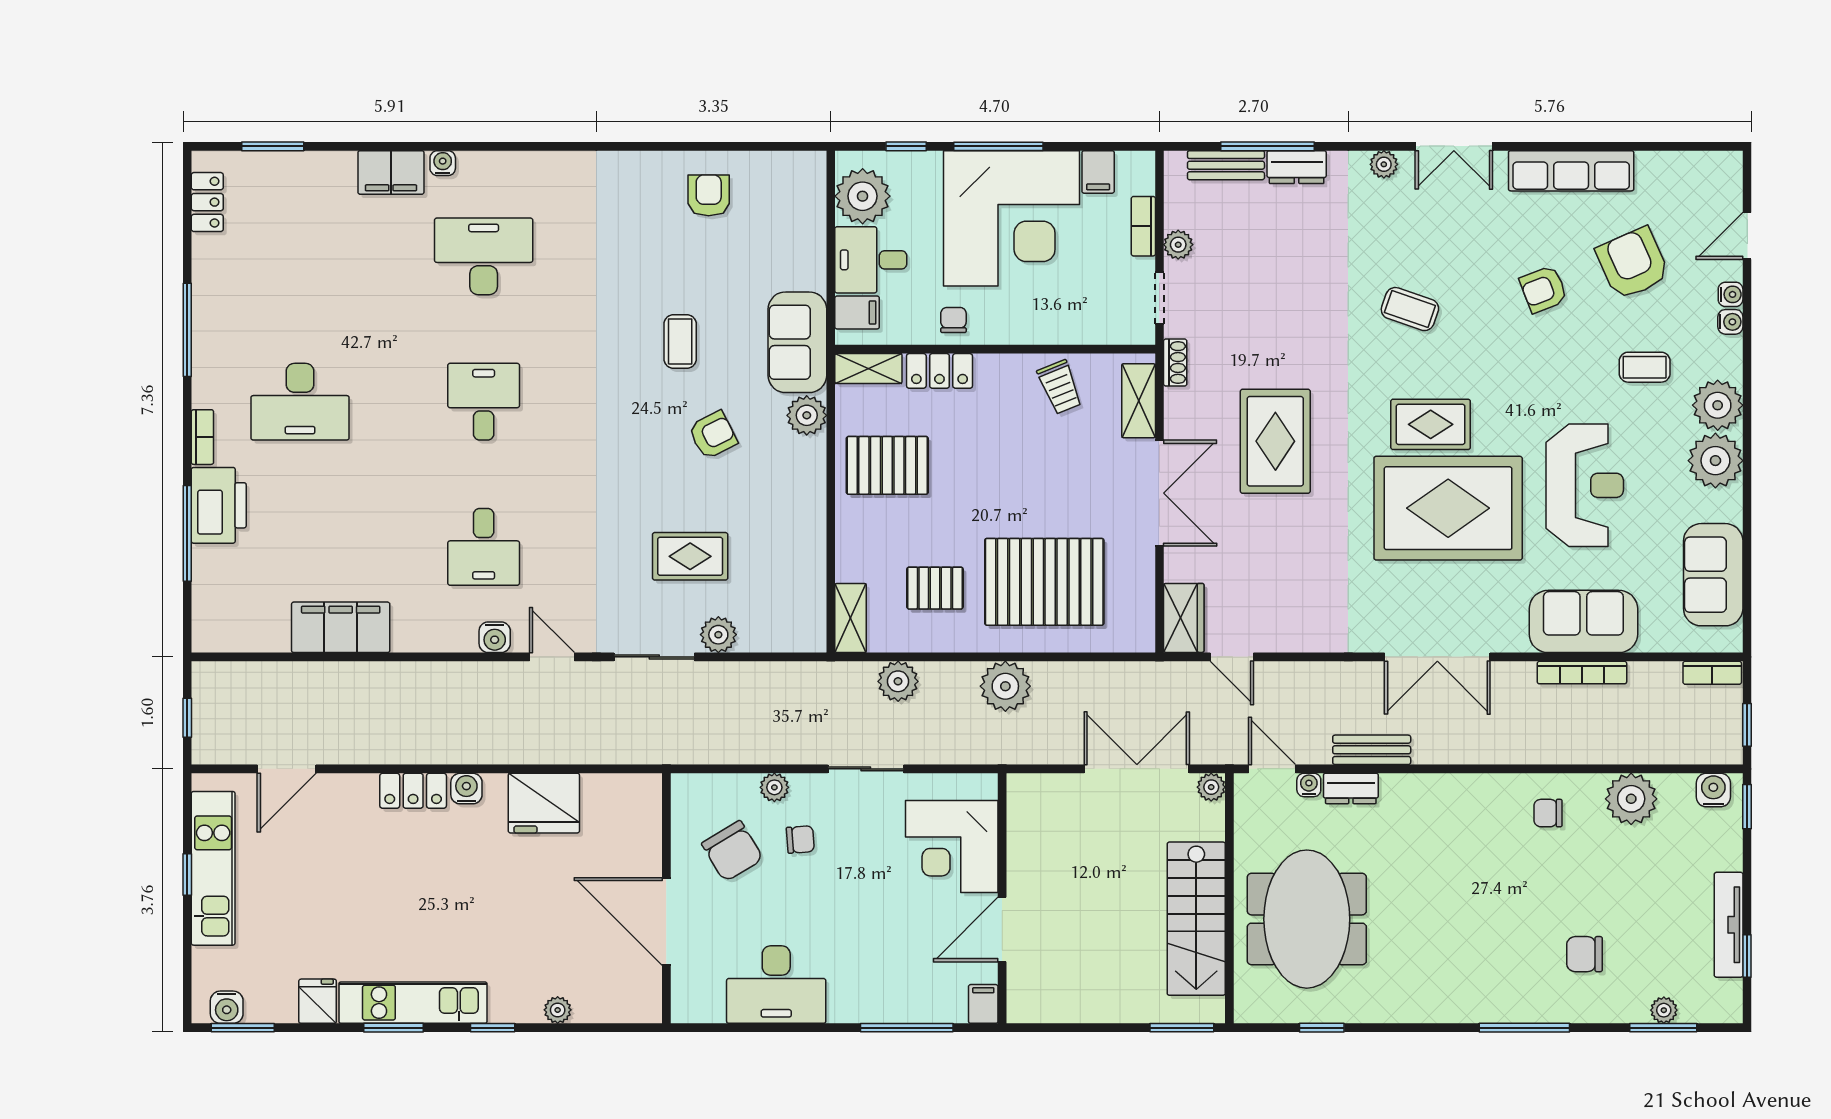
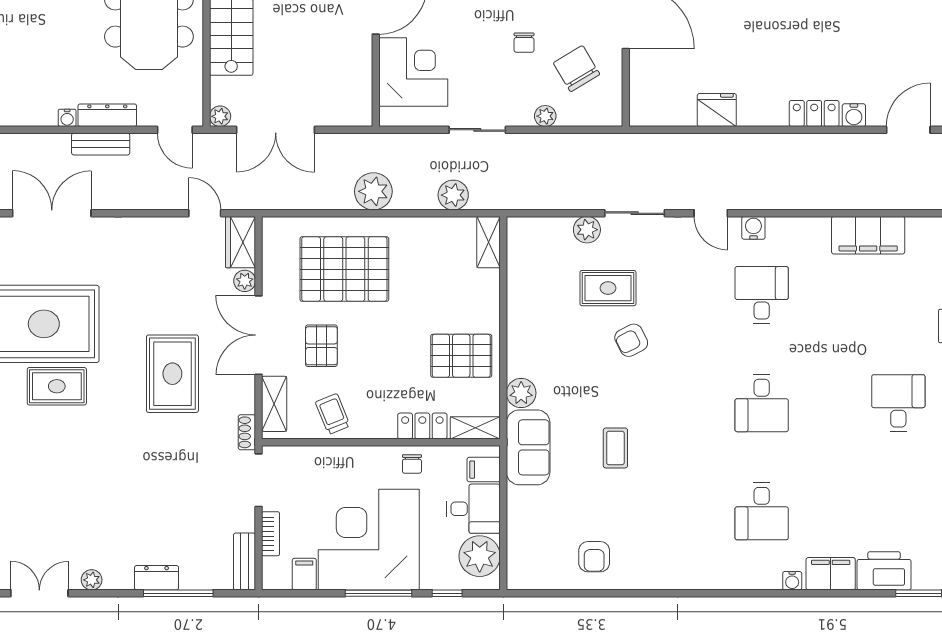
bench: (1226, 165) -> (245, 562), moved, turned 90
printer: (319, 176) -> (884, 571), added
plant: (1178, 245) -> (245, 281), moved
desk: (484, 256) -> (762, 511), width x0.73
doorway: (1159, 298) -> (259, 480), width x1.38
coffee table: (1410, 309) -> (72, 472), removed
desk: (300, 402) -> (898, 403), width x0.73
armchair: (713, 435) -> (631, 340), moved
pallet: (935, 588) -> (321, 346), moved, turned 90
water cooler: (1309, 785) -> (67, 118), moved
dresser: (1351, 788) -> (107, 115), width x1.44
water cooler: (466, 789) -> (854, 115), moved
fridge: (544, 803) -> (717, 110), width x0.73, depth x0.75
chair: (800, 840) -> (524, 43), moved, turned -86

